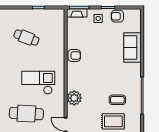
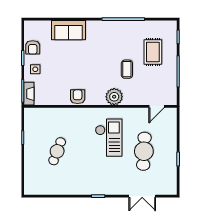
checkout: (38, 83) -> (109, 138), turned 180
plant: (74, 98) -> (114, 97), moved
coffee table: (117, 100) -> (127, 69), moved

